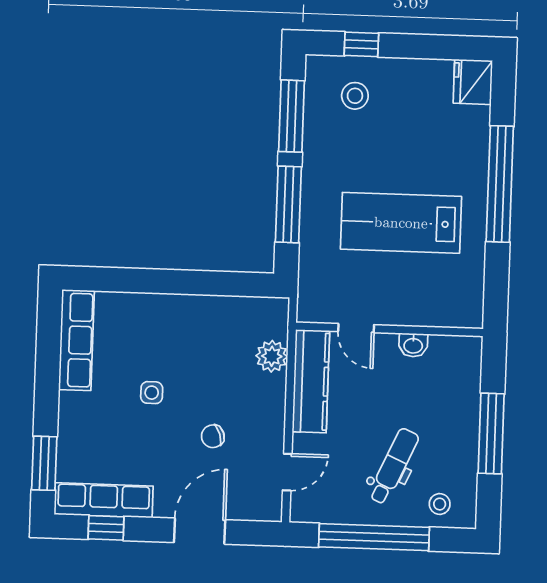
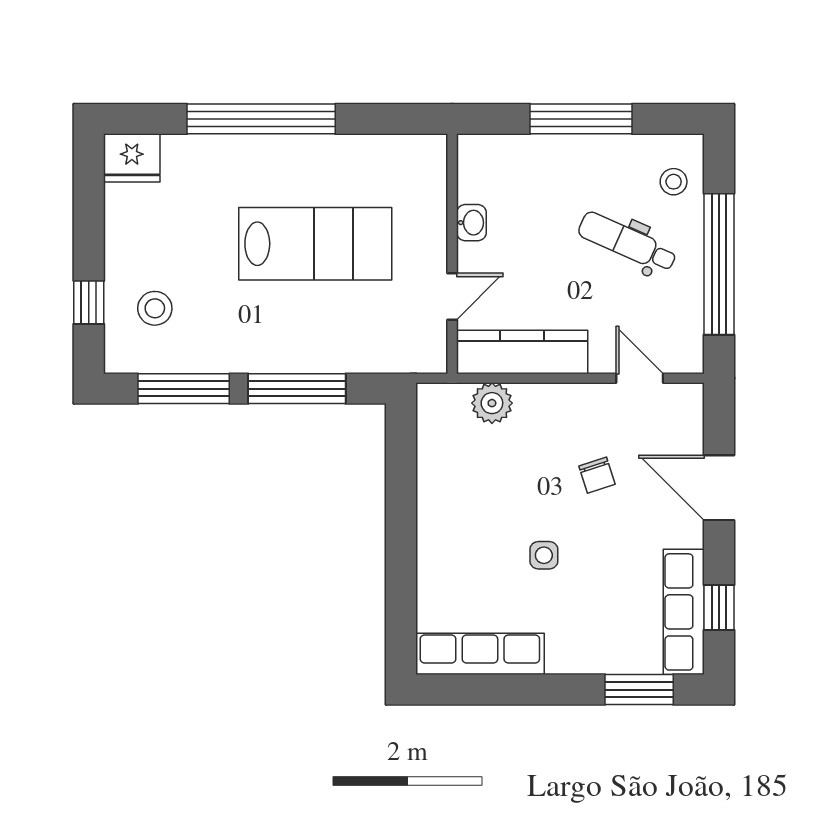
lab bench: (401, 223) -> (315, 244), turned -90

